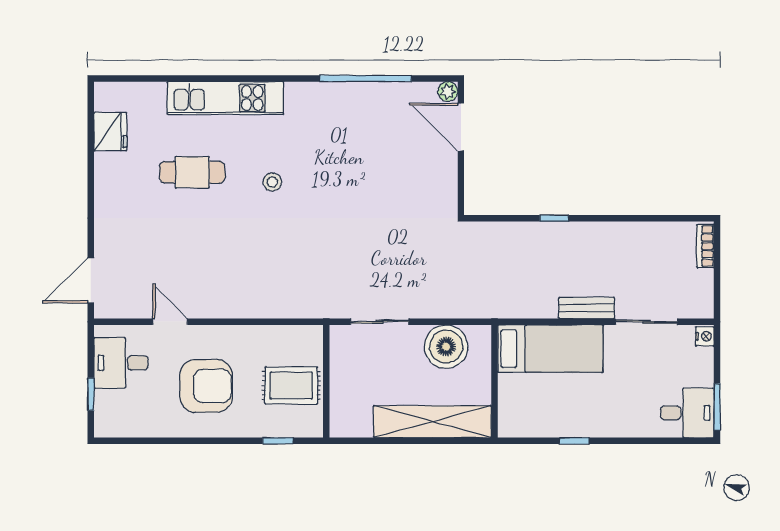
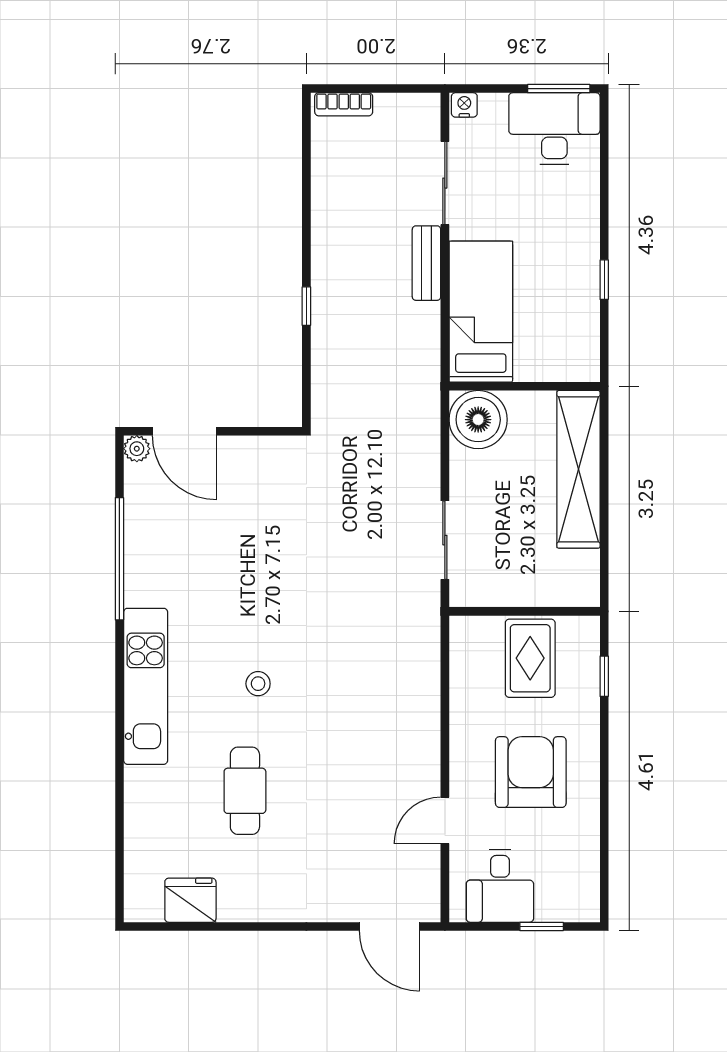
kitchen unit: (225, 98) -> (146, 686), moved
door: (461, 127) -> (184, 431), hinge flipped
boiler: (446, 347) -> (478, 420), moved
desk: (687, 413) -> (554, 129), width x1.37

